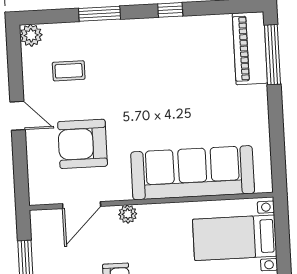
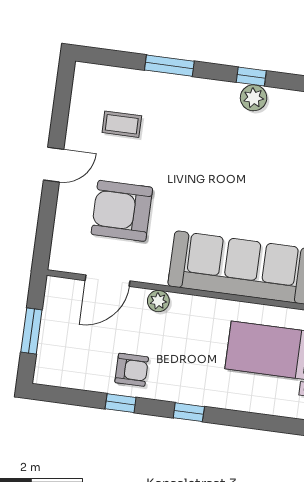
plant: (31, 35) -> (254, 98), moved
door: (18, 116) -> (54, 165), hinge flipped

